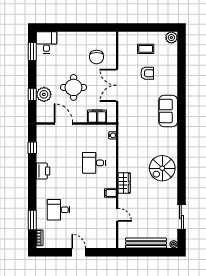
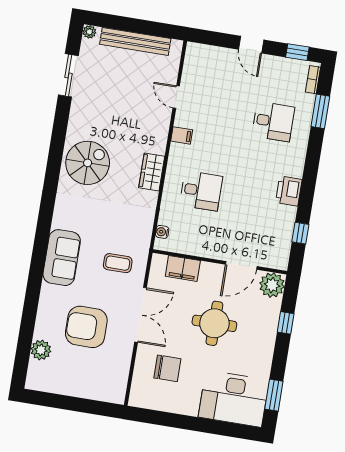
plant: (171, 38) -> (41, 350), moved
desk: (46, 42) -> (234, 399), width x1.87, depth x1.30
coffee table: (146, 49) -> (118, 263), moved
chair: (97, 57) -> (167, 368), turned 90
armchair: (147, 73) -> (86, 327), width x1.88, depth x1.88
plant: (44, 94) -> (272, 285), moved
door: (63, 124) -> (241, 265), hinge flipped
wardrobe: (124, 183) -> (152, 172), moved
window: (51, 252) -> (297, 52), added

